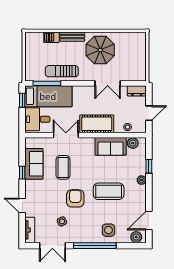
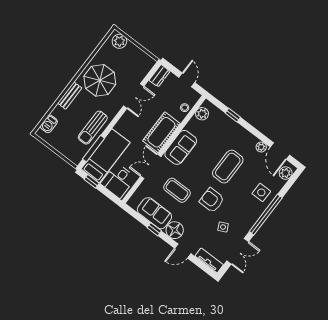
barbecue: (51, 37) -> (49, 124), moved
plant: (140, 43) -> (119, 41), added
sofa: (111, 146) -> (181, 147), moved
plant: (141, 180) -> (261, 147), moved
floor lamp: (33, 188) -> (175, 230), added

